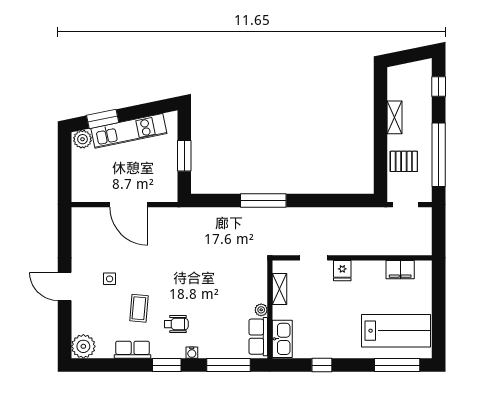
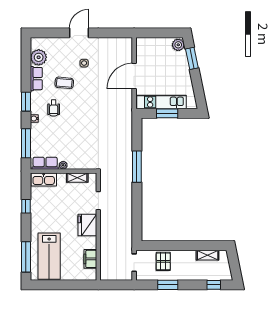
shelving: (395, 117) -> (208, 255), moved
kitchen unit: (129, 131) -> (161, 102), moved, turned 102
window: (439, 155) -> (168, 285), width x0.47
fridge: (342, 271) -> (87, 225), width x1.88, depth x1.34
plant: (83, 346) -> (39, 57), moved

